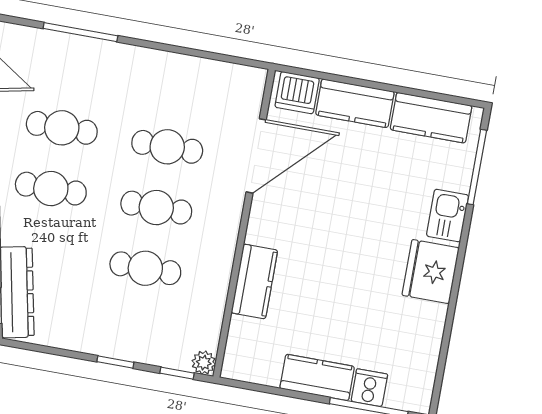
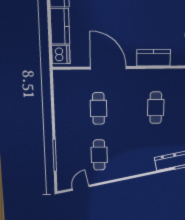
door: (256, 156) -> (108, 68), moved
cafe table: (51, 189) -> (127, 154), removed
cafe table: (156, 208) -> (127, 108), removed

